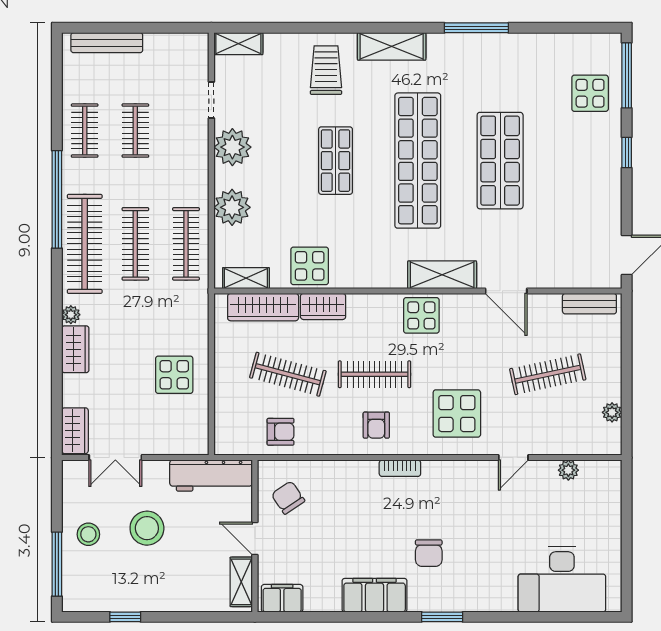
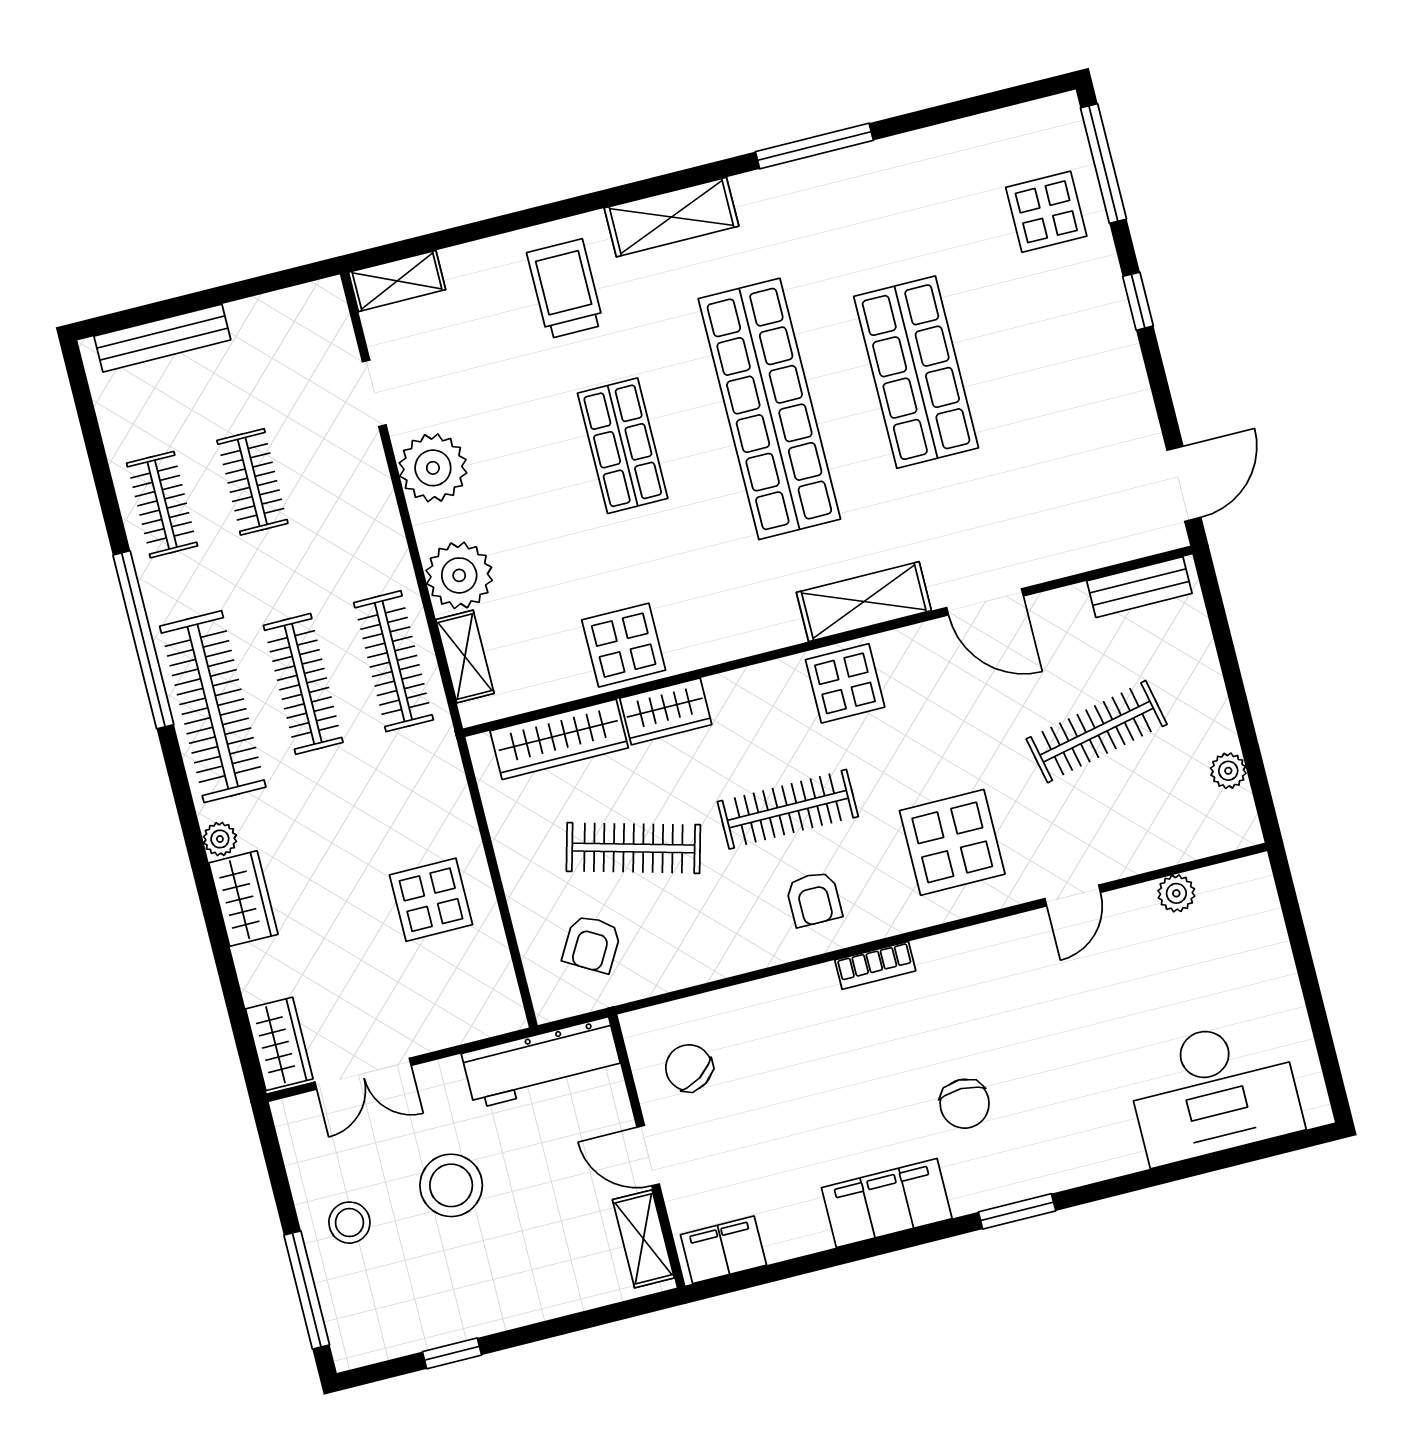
shelving: (246, 278) -> (465, 656), moved, turned 90
armchair: (280, 432) -> (592, 944), moved, turned 120

